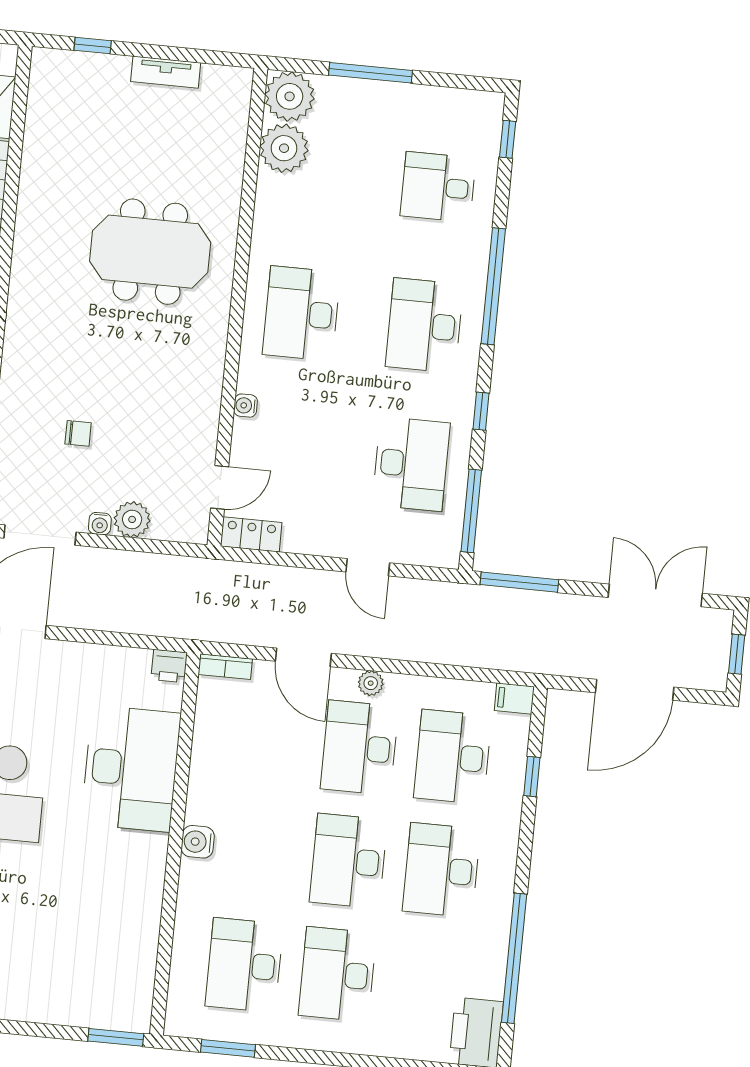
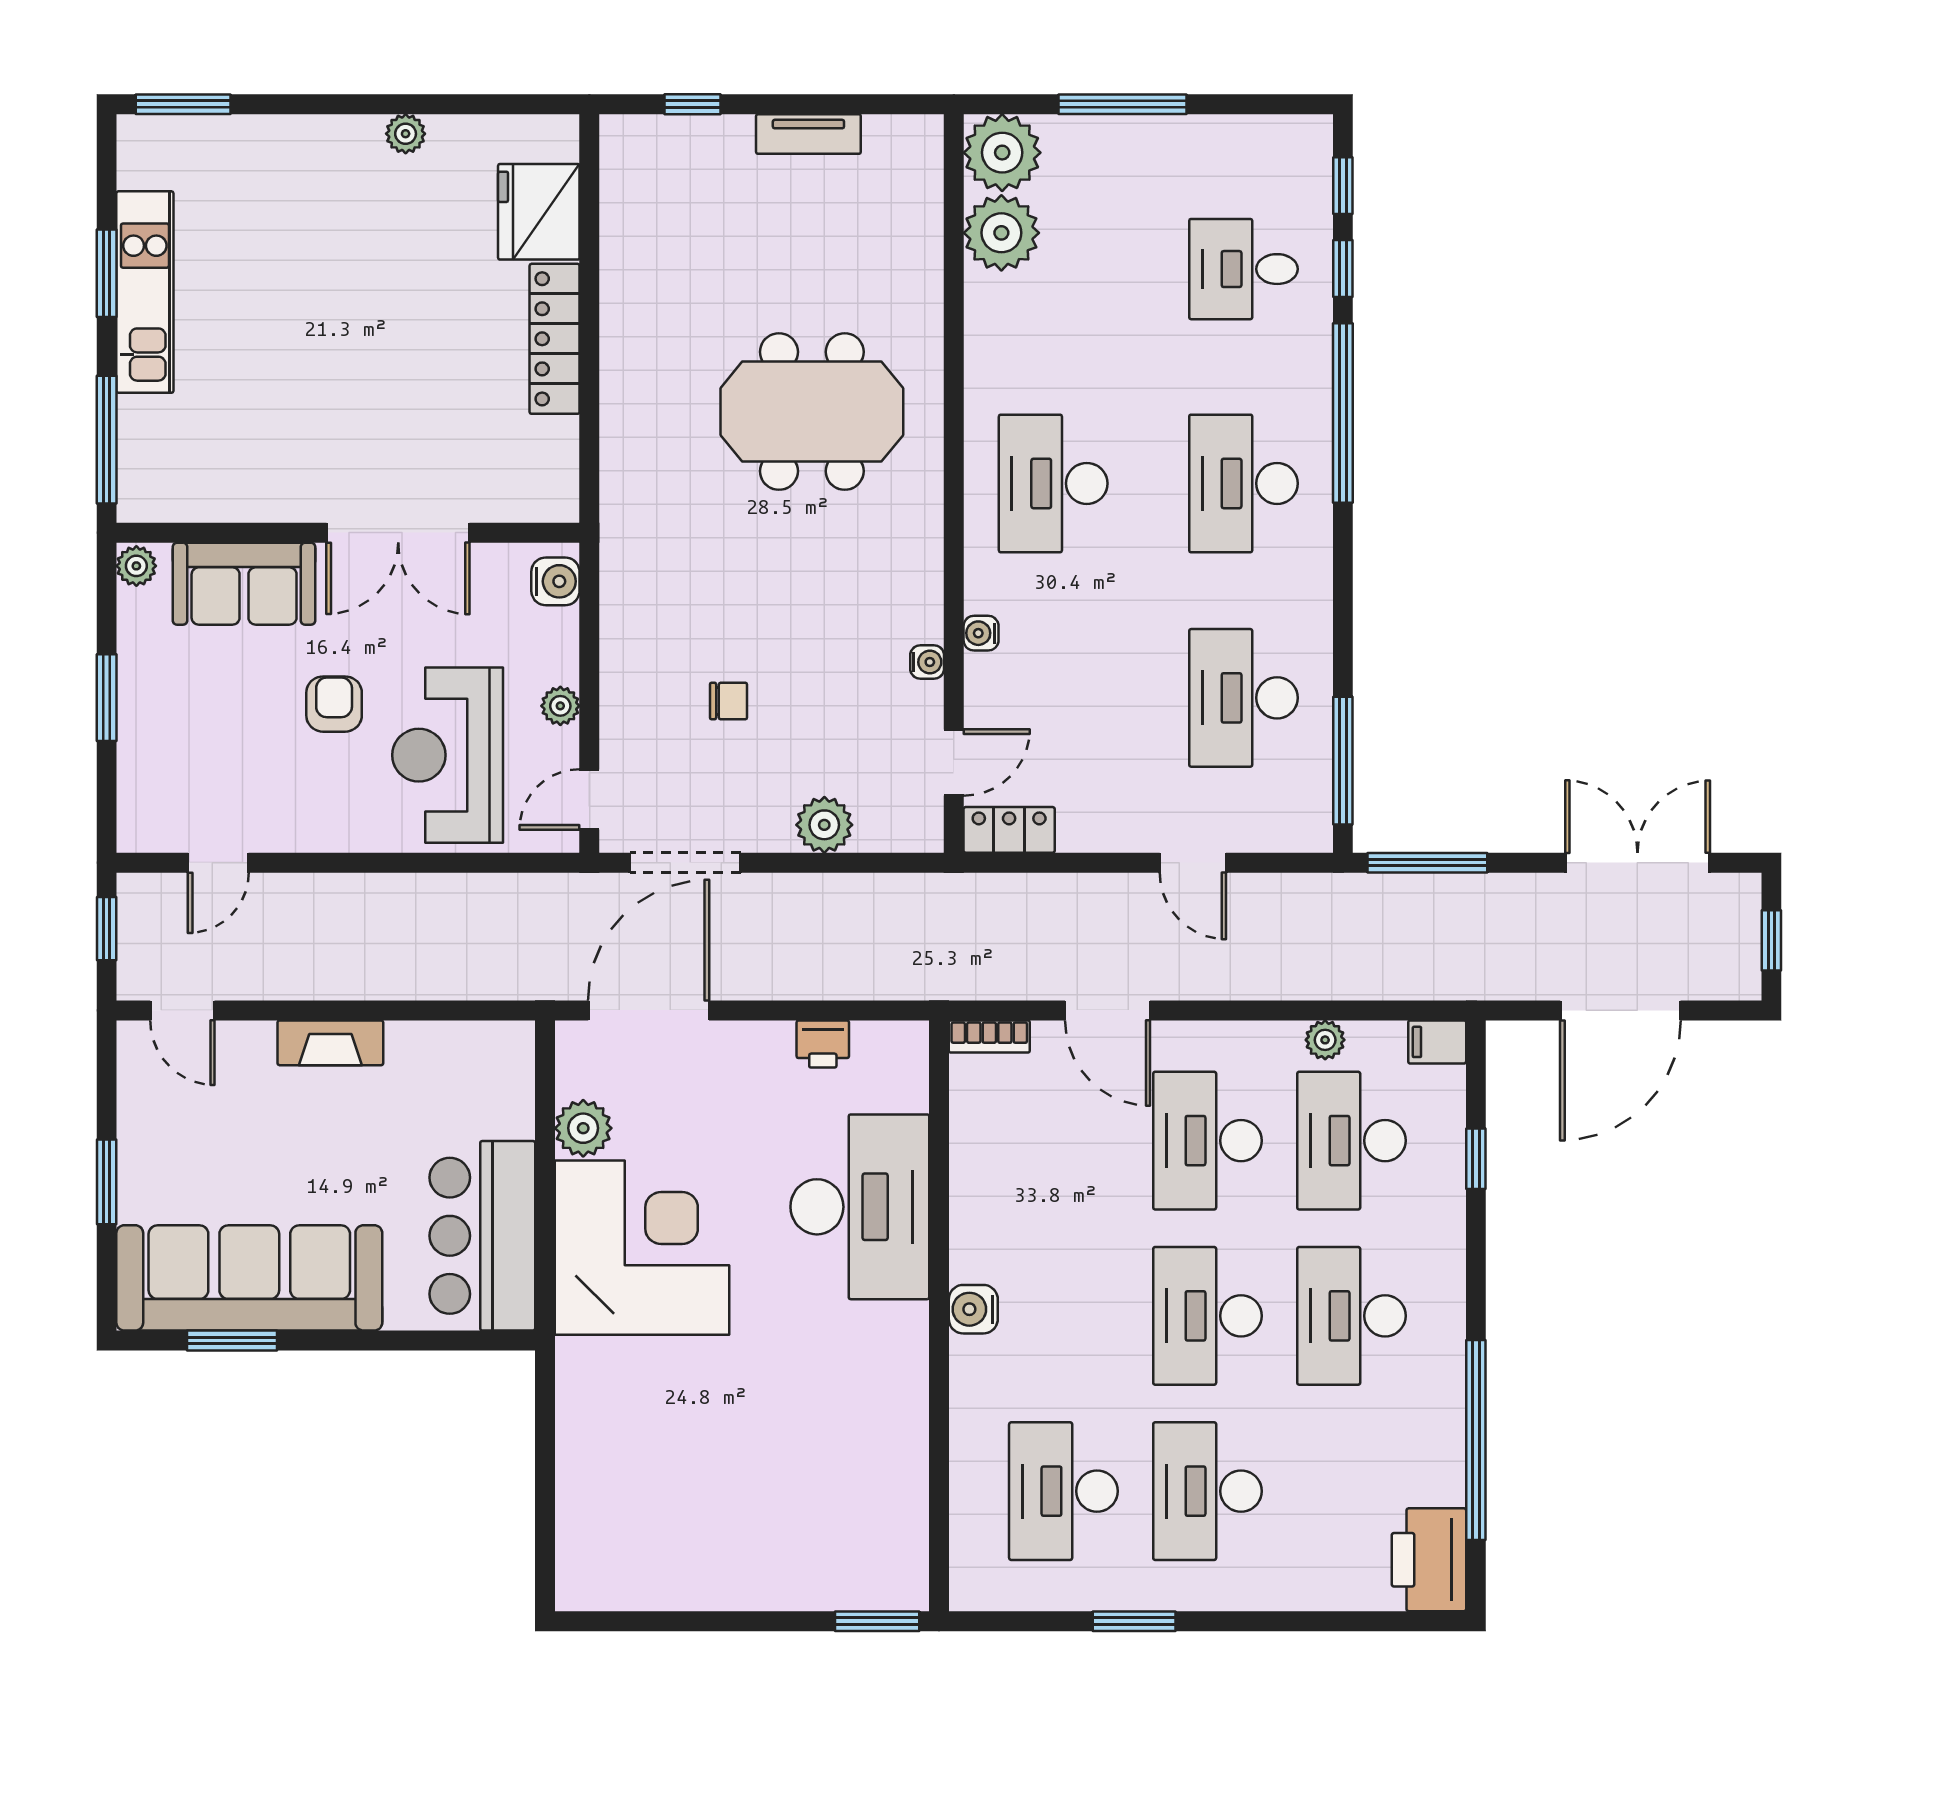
window: (481, 411) -> (1343, 268), moved
desk: (411, 464) -> (1243, 698), turned 180
water cooler: (100, 524) -> (927, 662), moved, turned -90
printer: (169, 666) -> (823, 1044), moved
plant: (371, 683) -> (1325, 1040), moved
window: (228, 1048) -> (1134, 1621), moved

